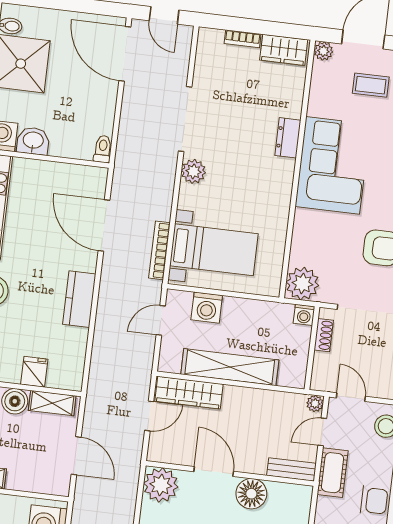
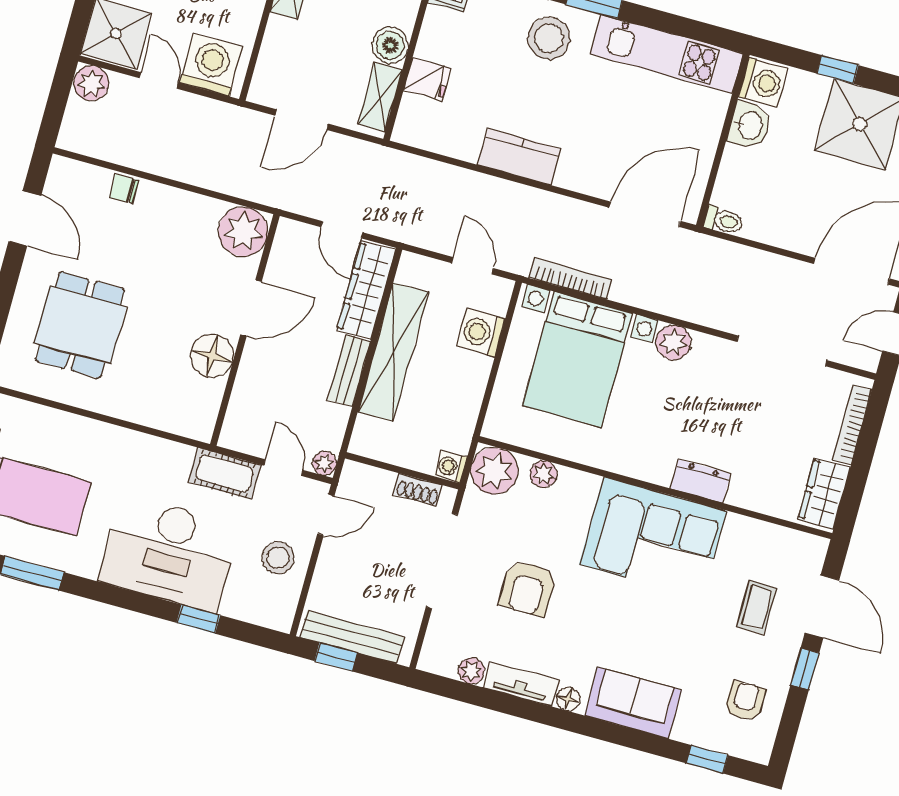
bookcase: (243, 39) -> (852, 425), width x1.56
plant: (323, 51) -> (543, 474), moved
doorway: (185, 119) -> (782, 351), moved
door: (104, 226) -> (645, 214), moved
bed with nightstands: (214, 250) -> (577, 359), width x1.36
bench: (291, 469) -> (349, 371), moved

